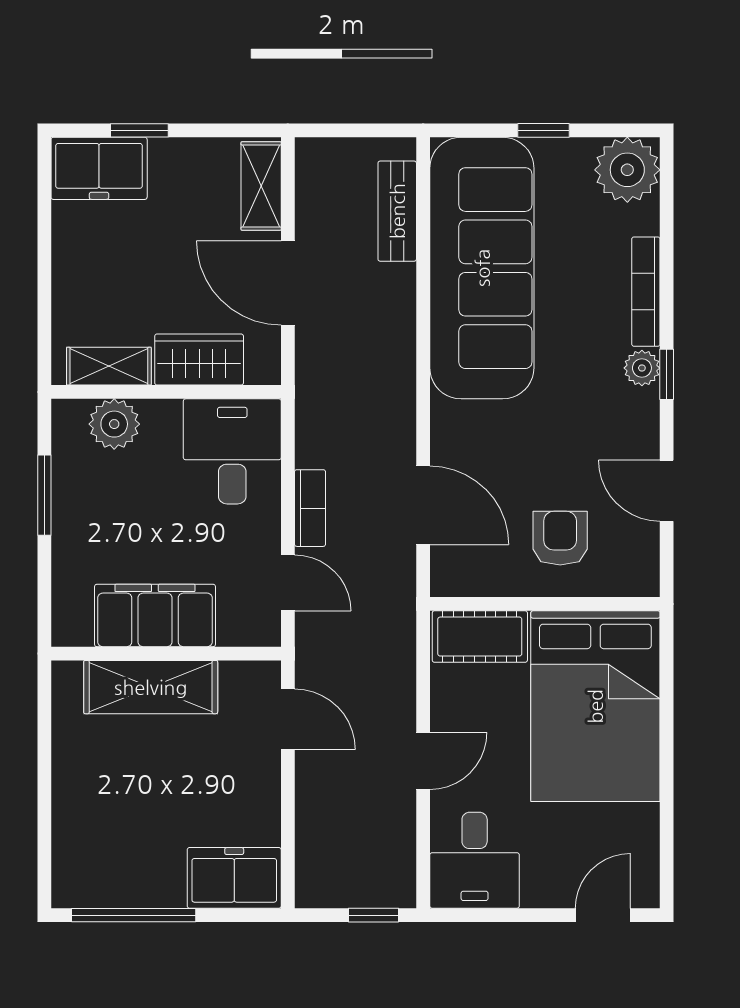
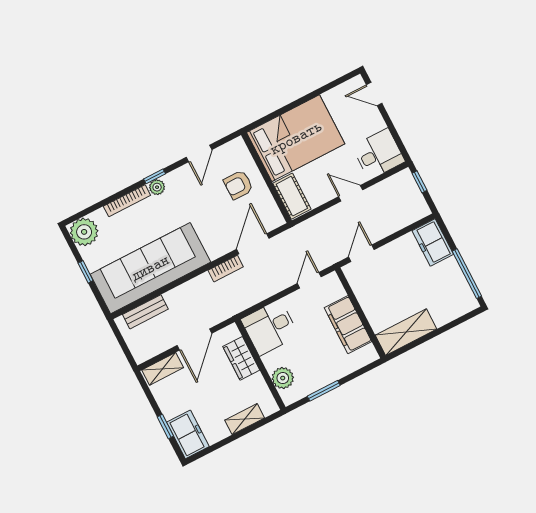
shelving: (109, 366) -> (245, 419), moved, turned 90
bookcase: (310, 508) -> (226, 269), moved, turned 180
shelving: (151, 687) -> (406, 332), moved, turned 90

